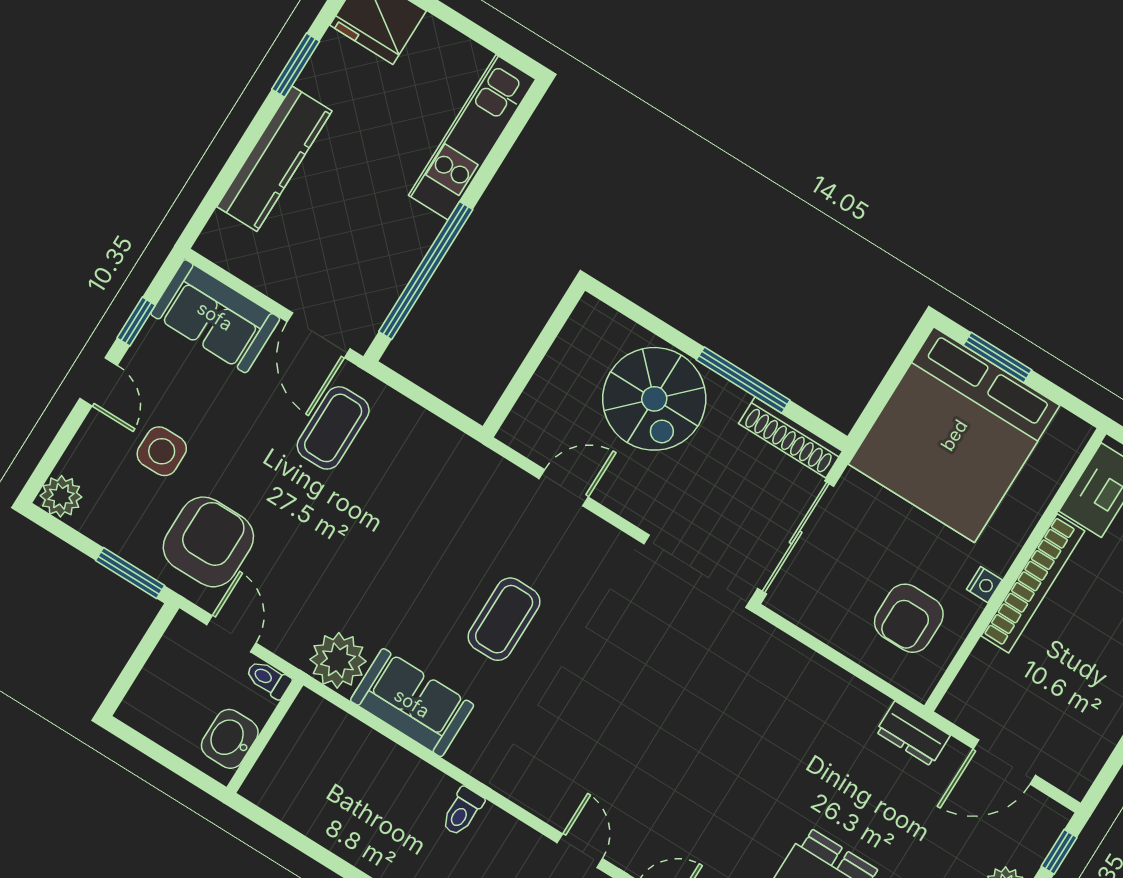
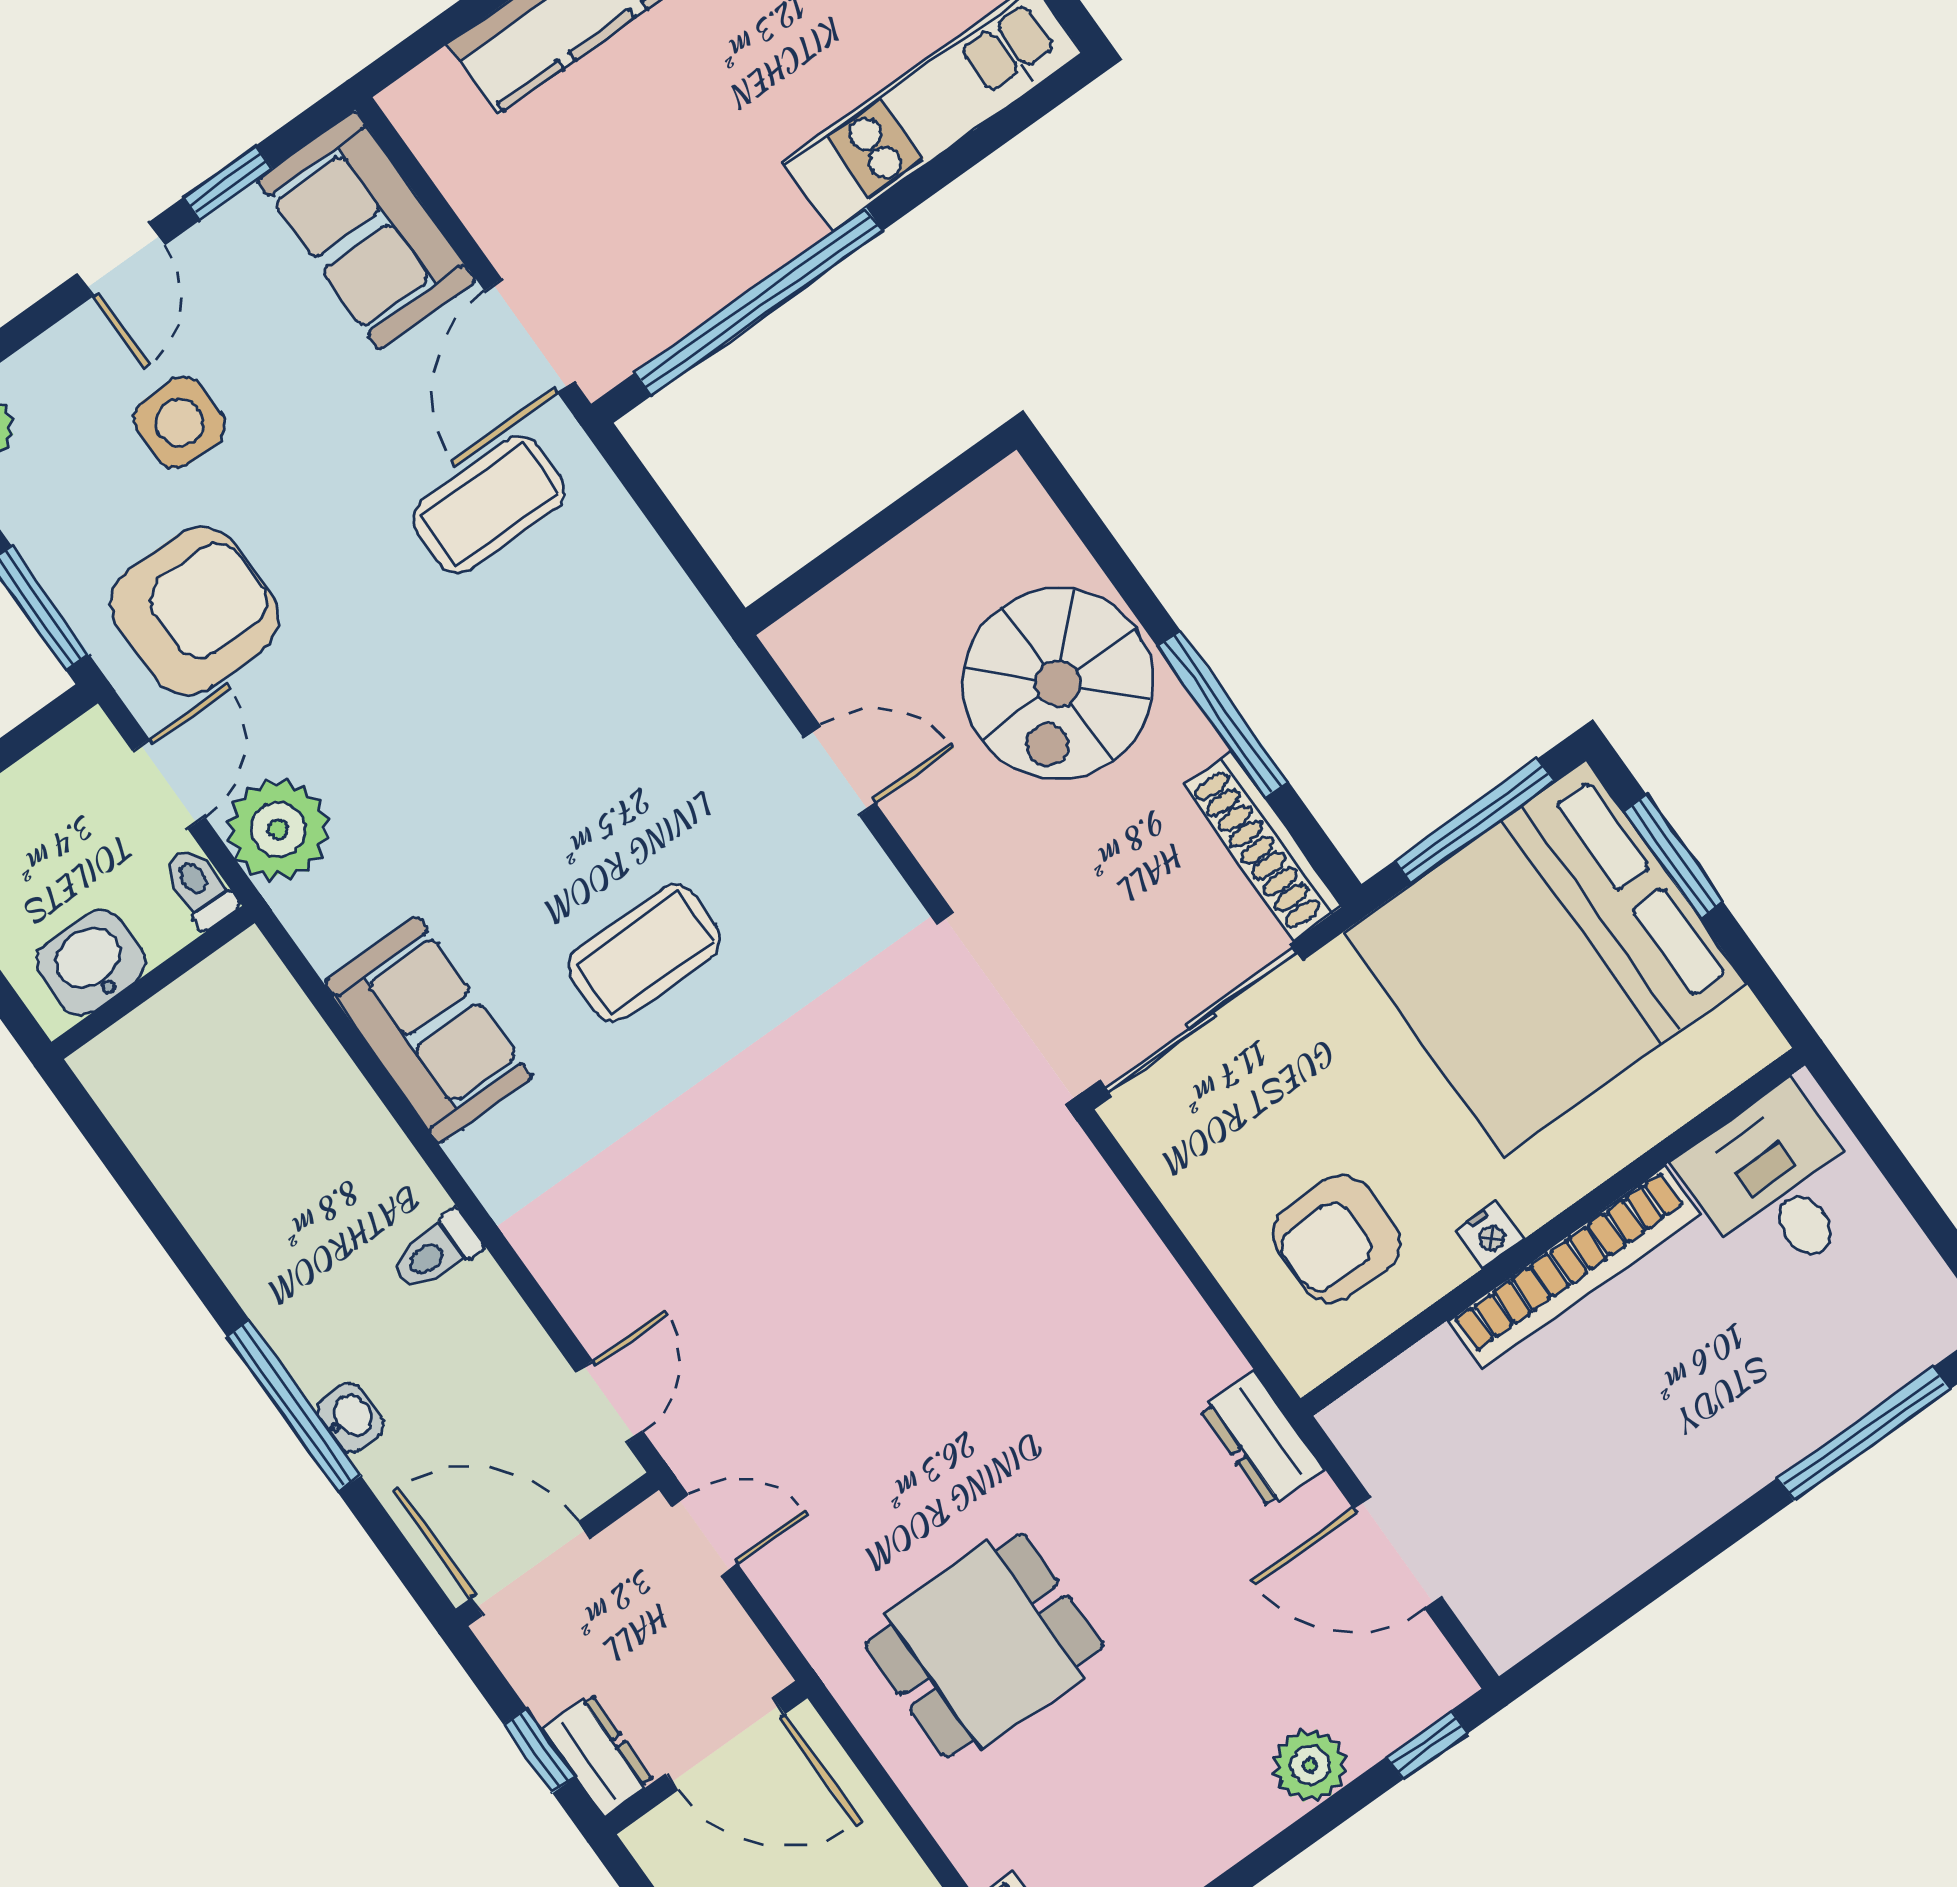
window: (891, 381) -> (1474, 821), added
plant: (338, 660) -> (278, 830), moved

